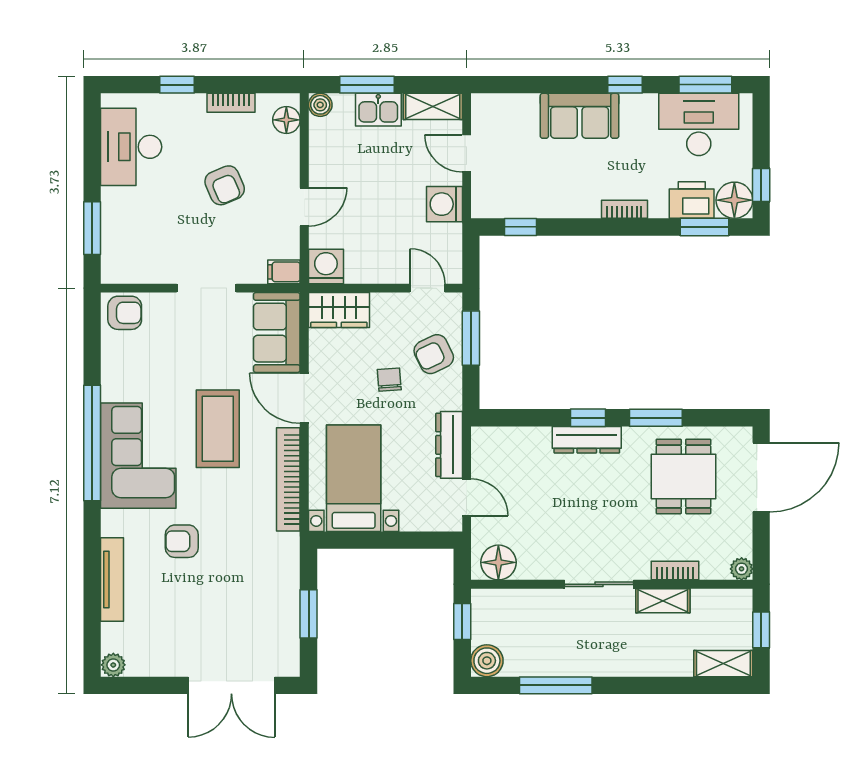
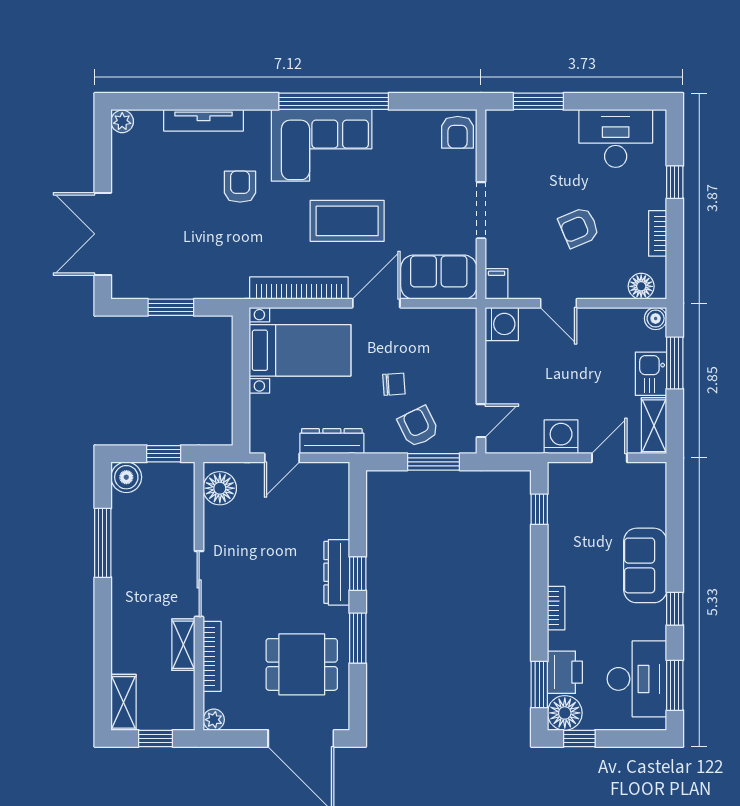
wardrobe: (339, 310) -> (460, 336), removed
bookcase: (675, 571) -> (212, 656), width x1.56

